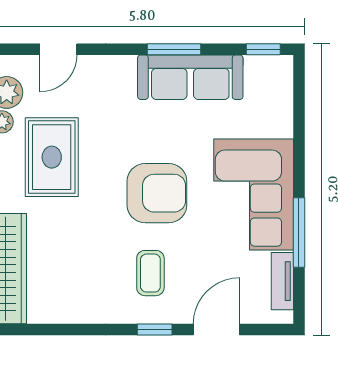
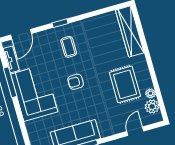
armchair: (157, 193) -> (76, 82), width x0.53, depth x0.53
door: (217, 329) -> (21, 34), moved

